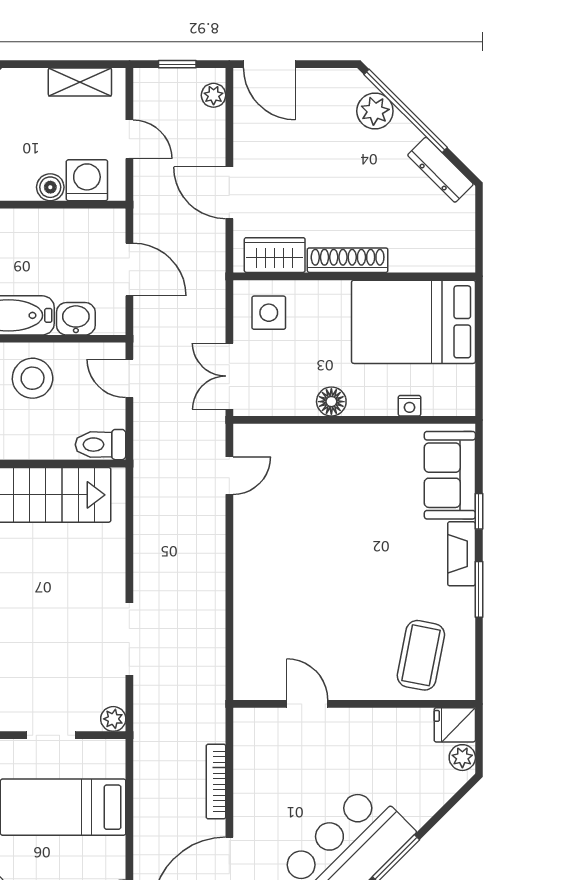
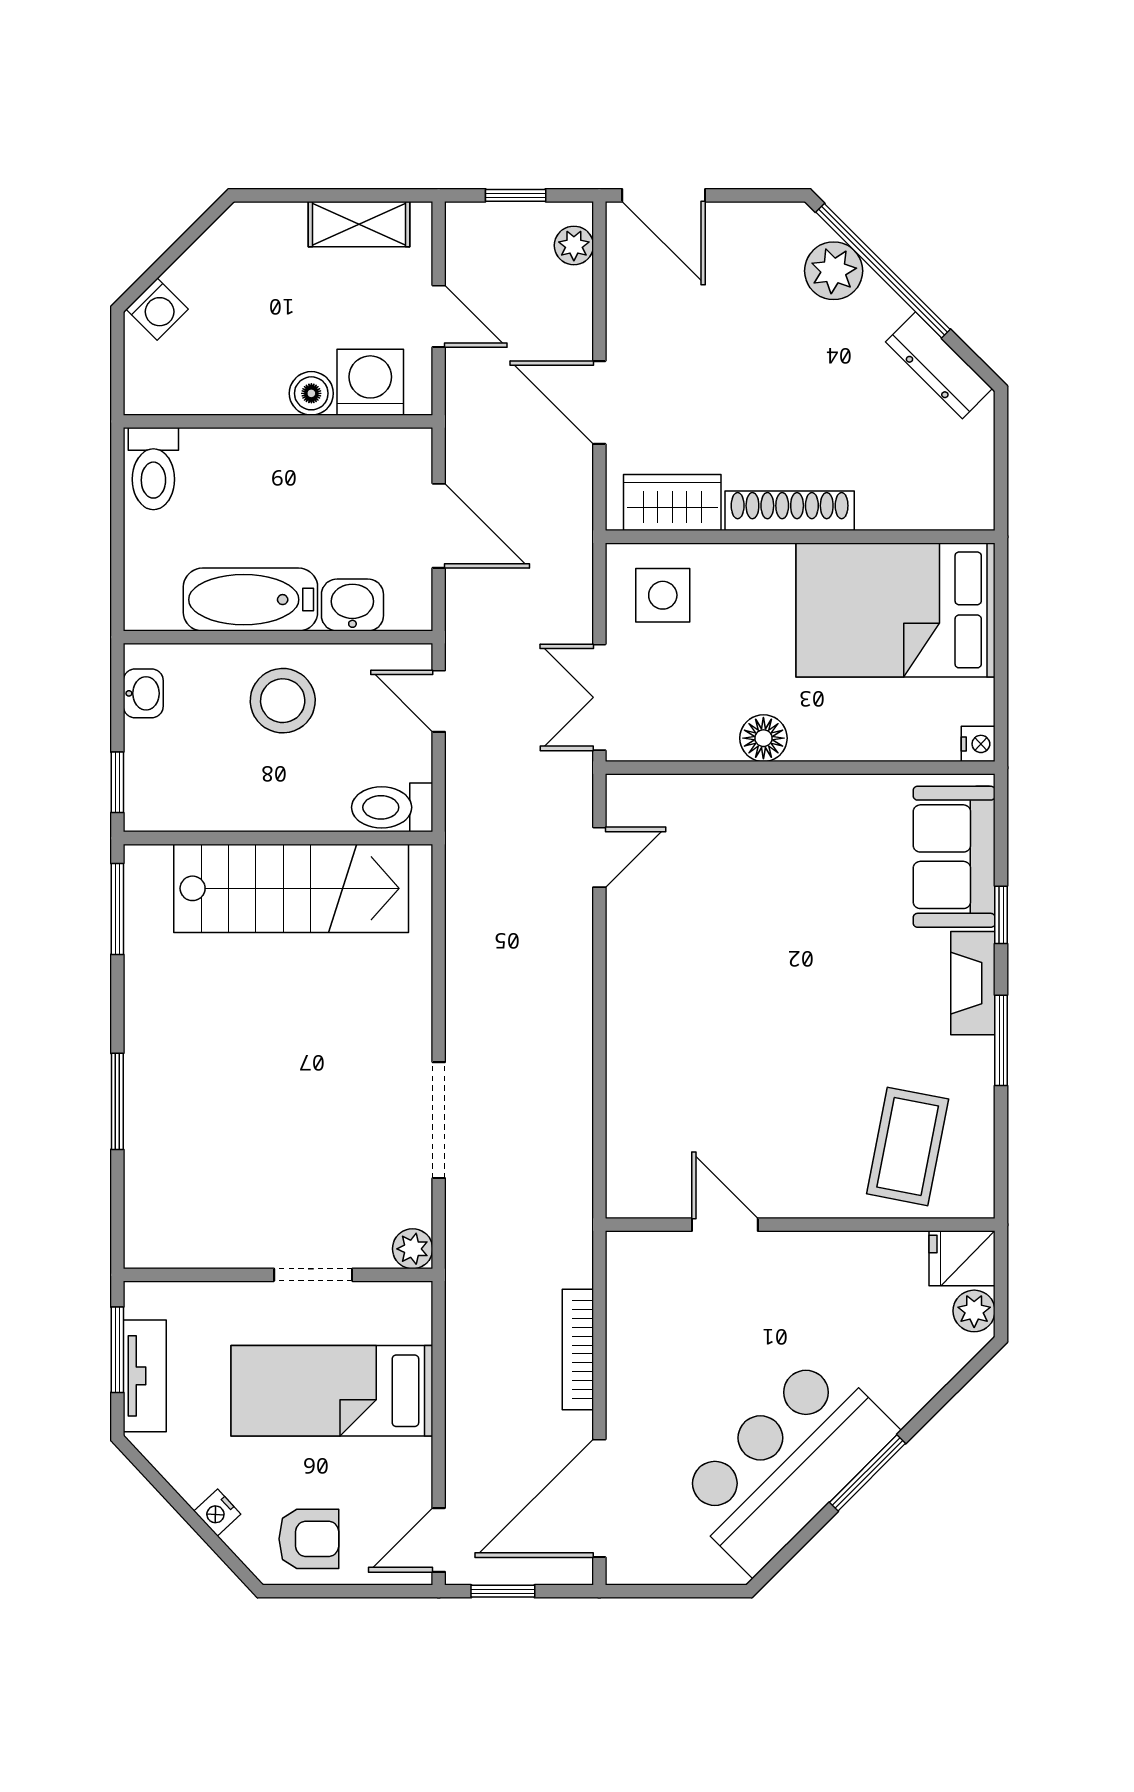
nightstand: (410, 406) -> (978, 744), moved, turned -90

